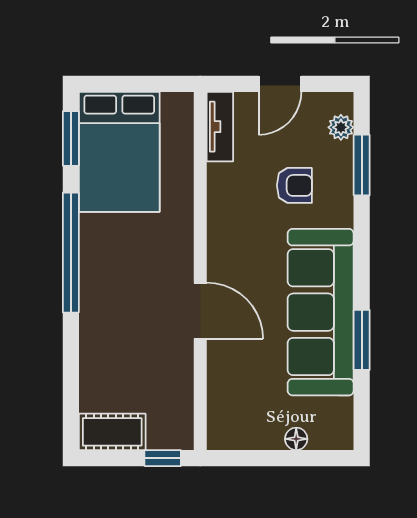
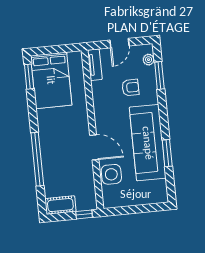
window: (71, 253) -> (37, 159), moved
side table: (232, 375) -> (111, 174), added
floor lamp: (296, 439) -> (142, 200), removed

